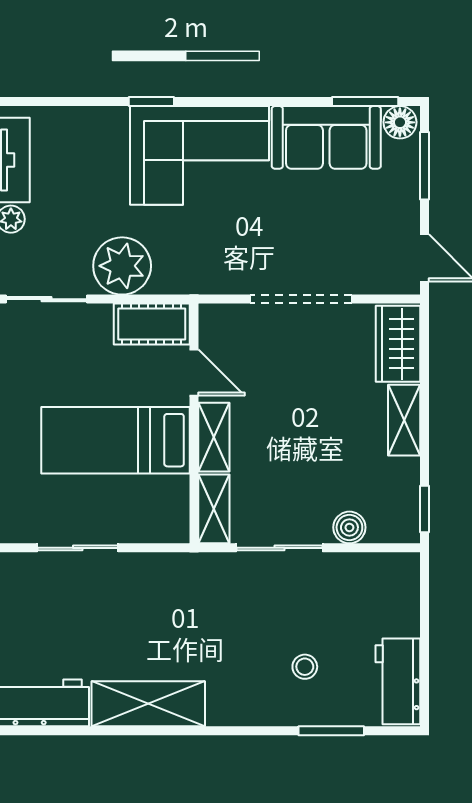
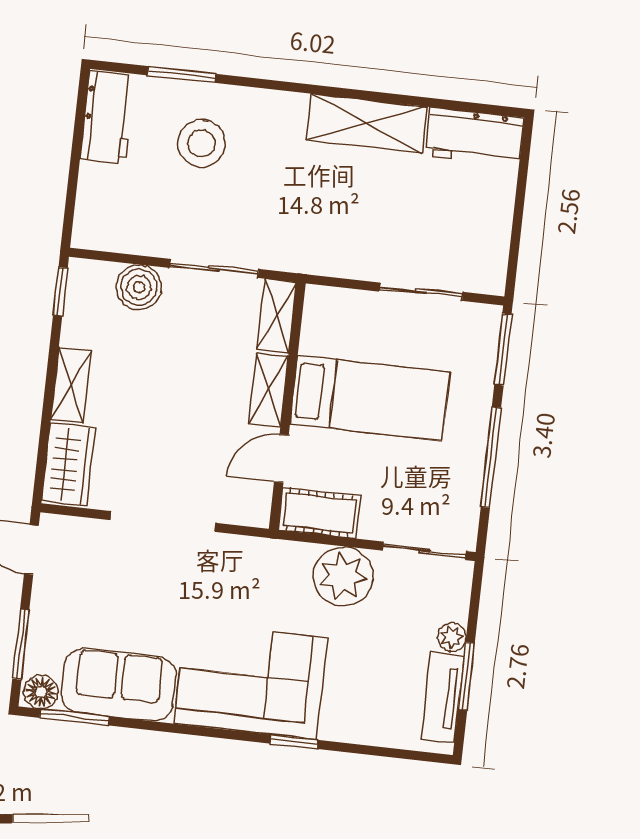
door: (194, 373) -> (281, 458), hinge flipped
boiler: (349, 527) -> (139, 287), width x1.36, depth x1.36
stool: (305, 667) -> (201, 143), width x1.89, depth x1.89

